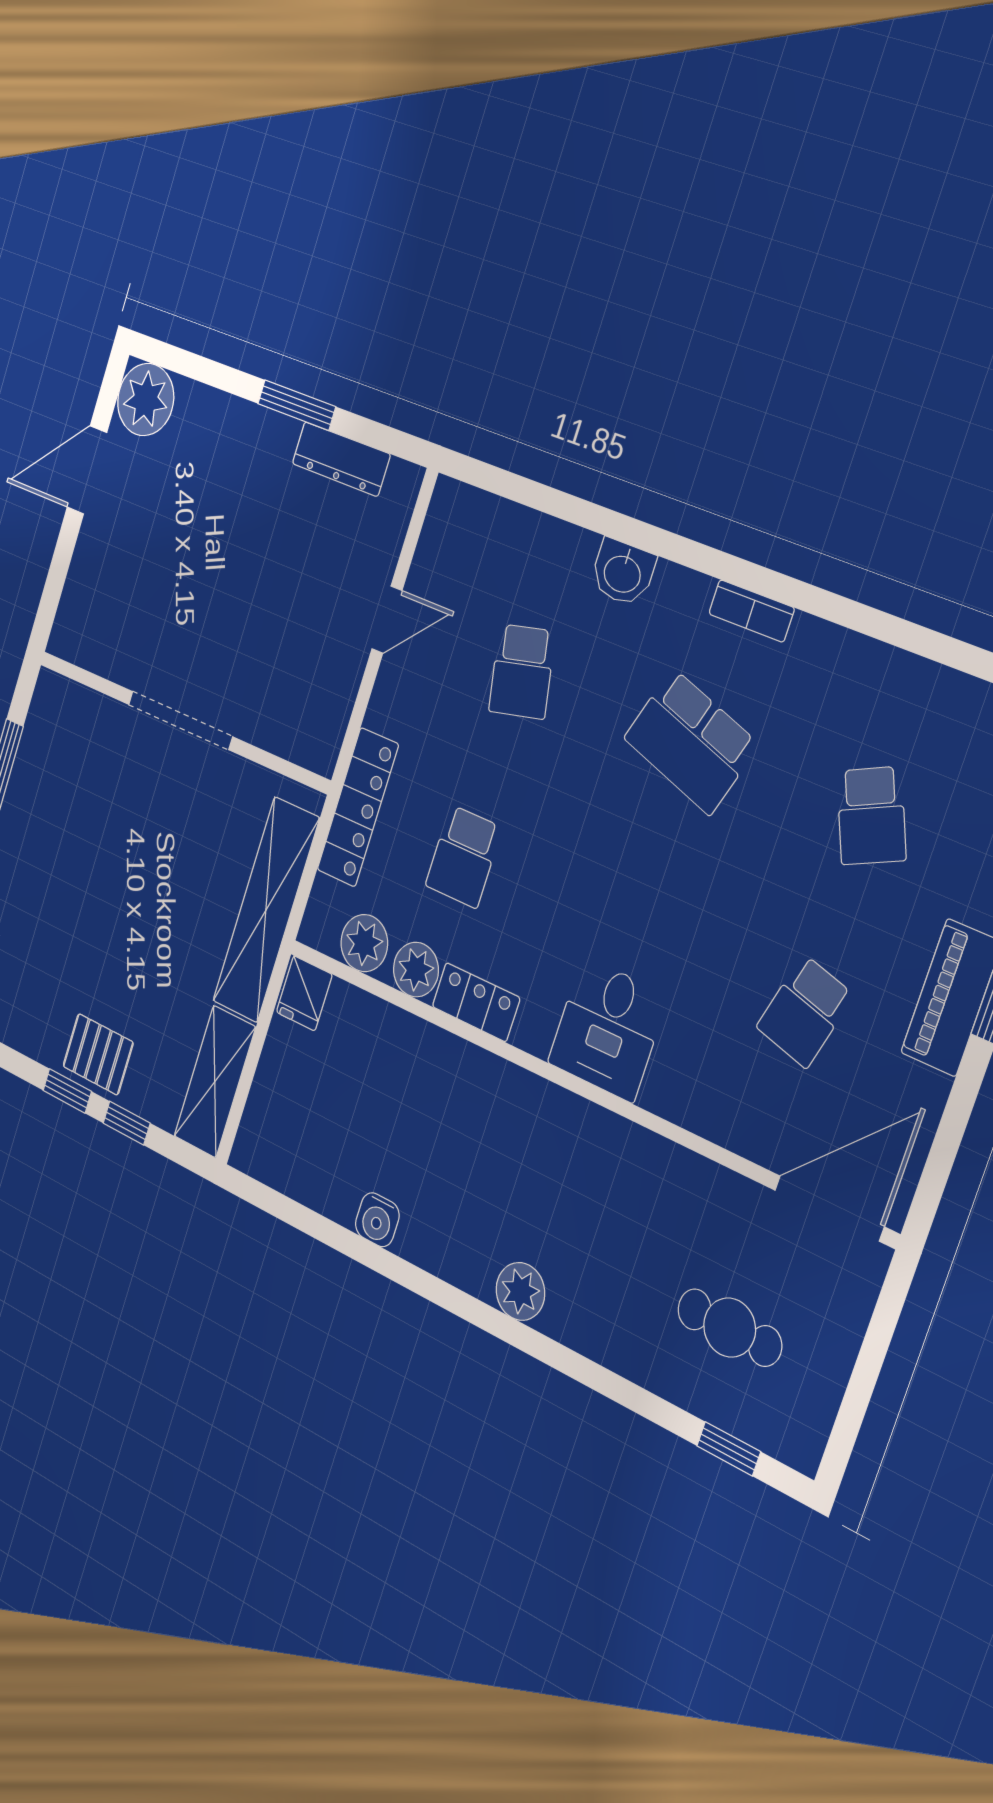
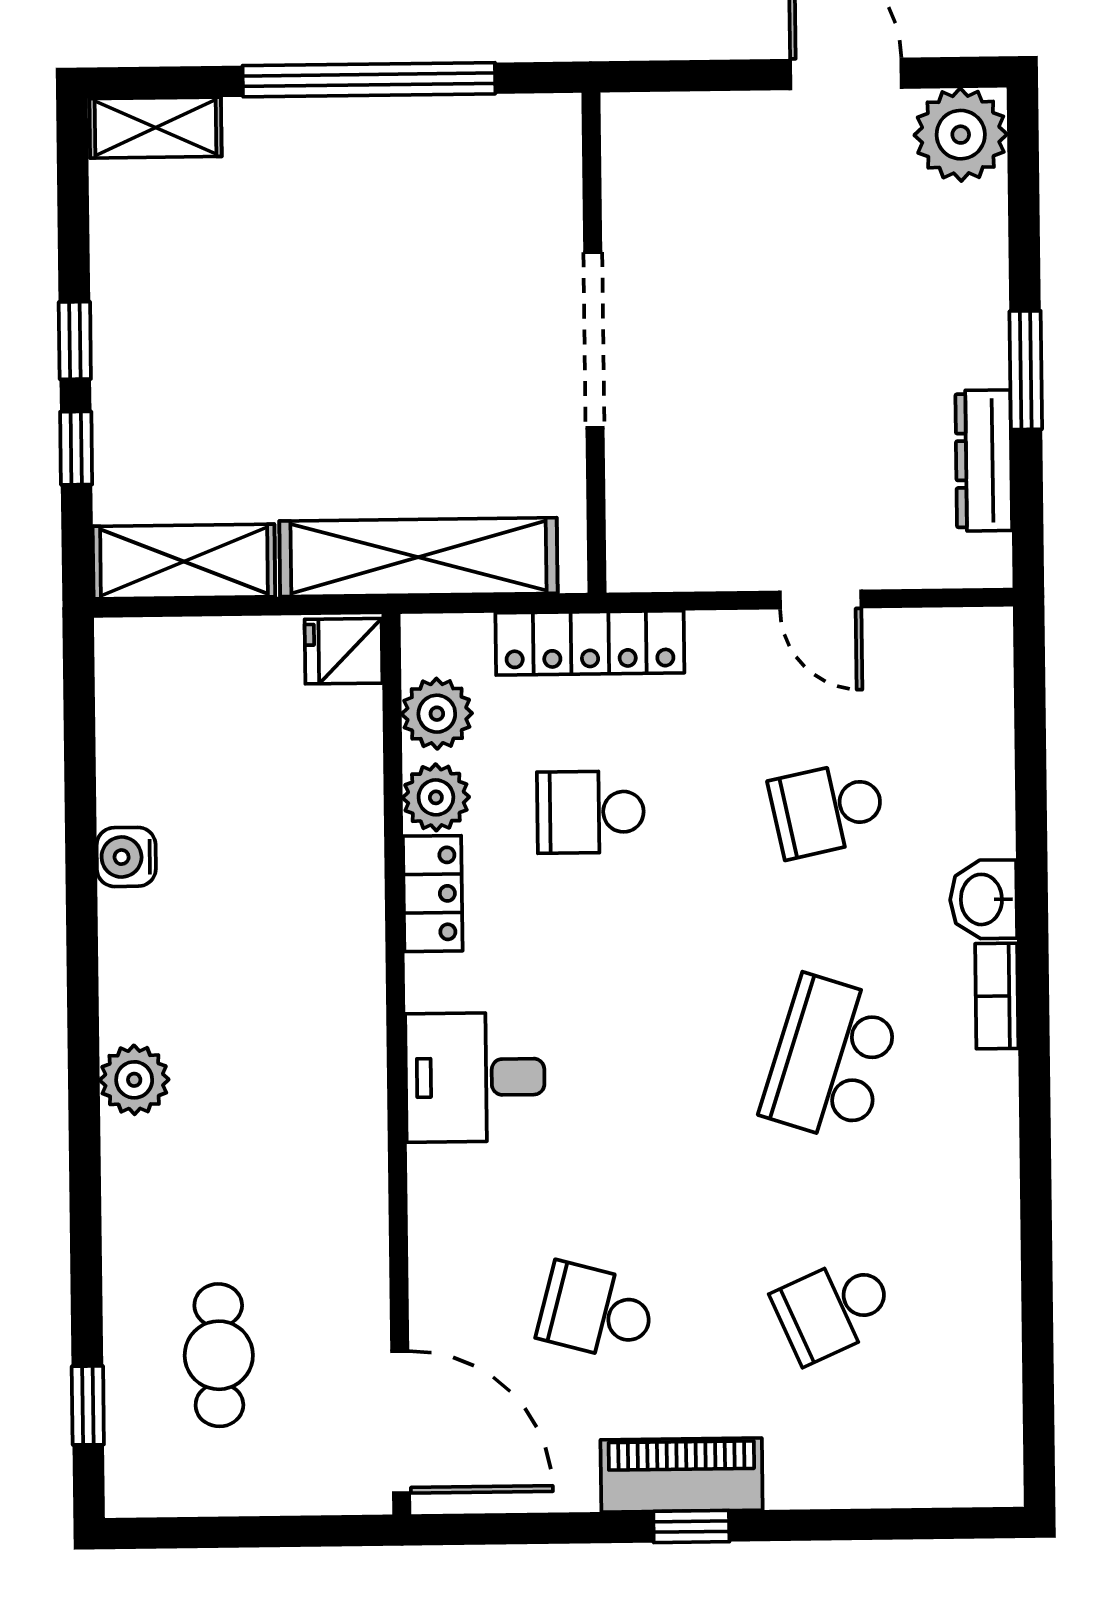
bookcase: (752, 611) -> (997, 996), moved
pallet: (98, 1054) -> (140, 371), removed

